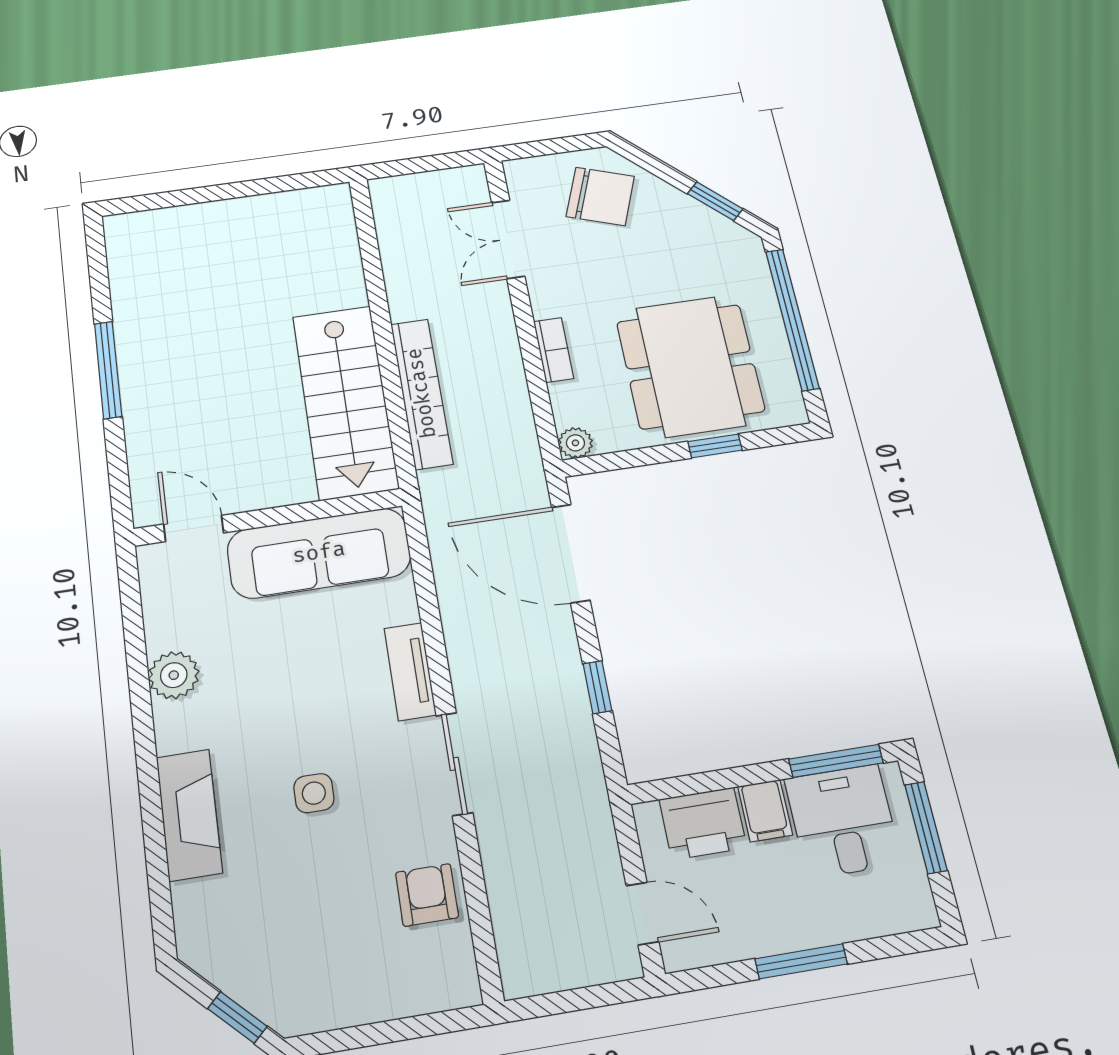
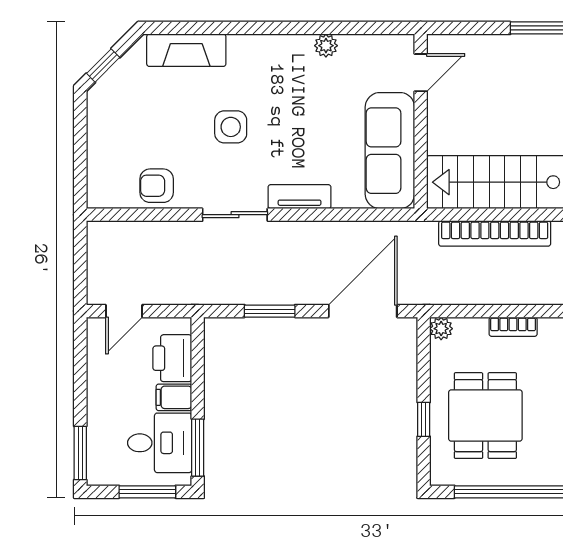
dining table: (690, 366) -> (485, 416), width x0.73
plant: (174, 675) -> (326, 46), width x0.73, depth x0.73
window: (597, 687) -> (270, 311), width x1.50
side table: (314, 793) -> (231, 127), width x1.37, depth x1.37
fireplace: (189, 815) -> (186, 50), moved
armchair: (427, 895) -> (157, 186), turned 180
window: (801, 961) -> (80, 453), moved

